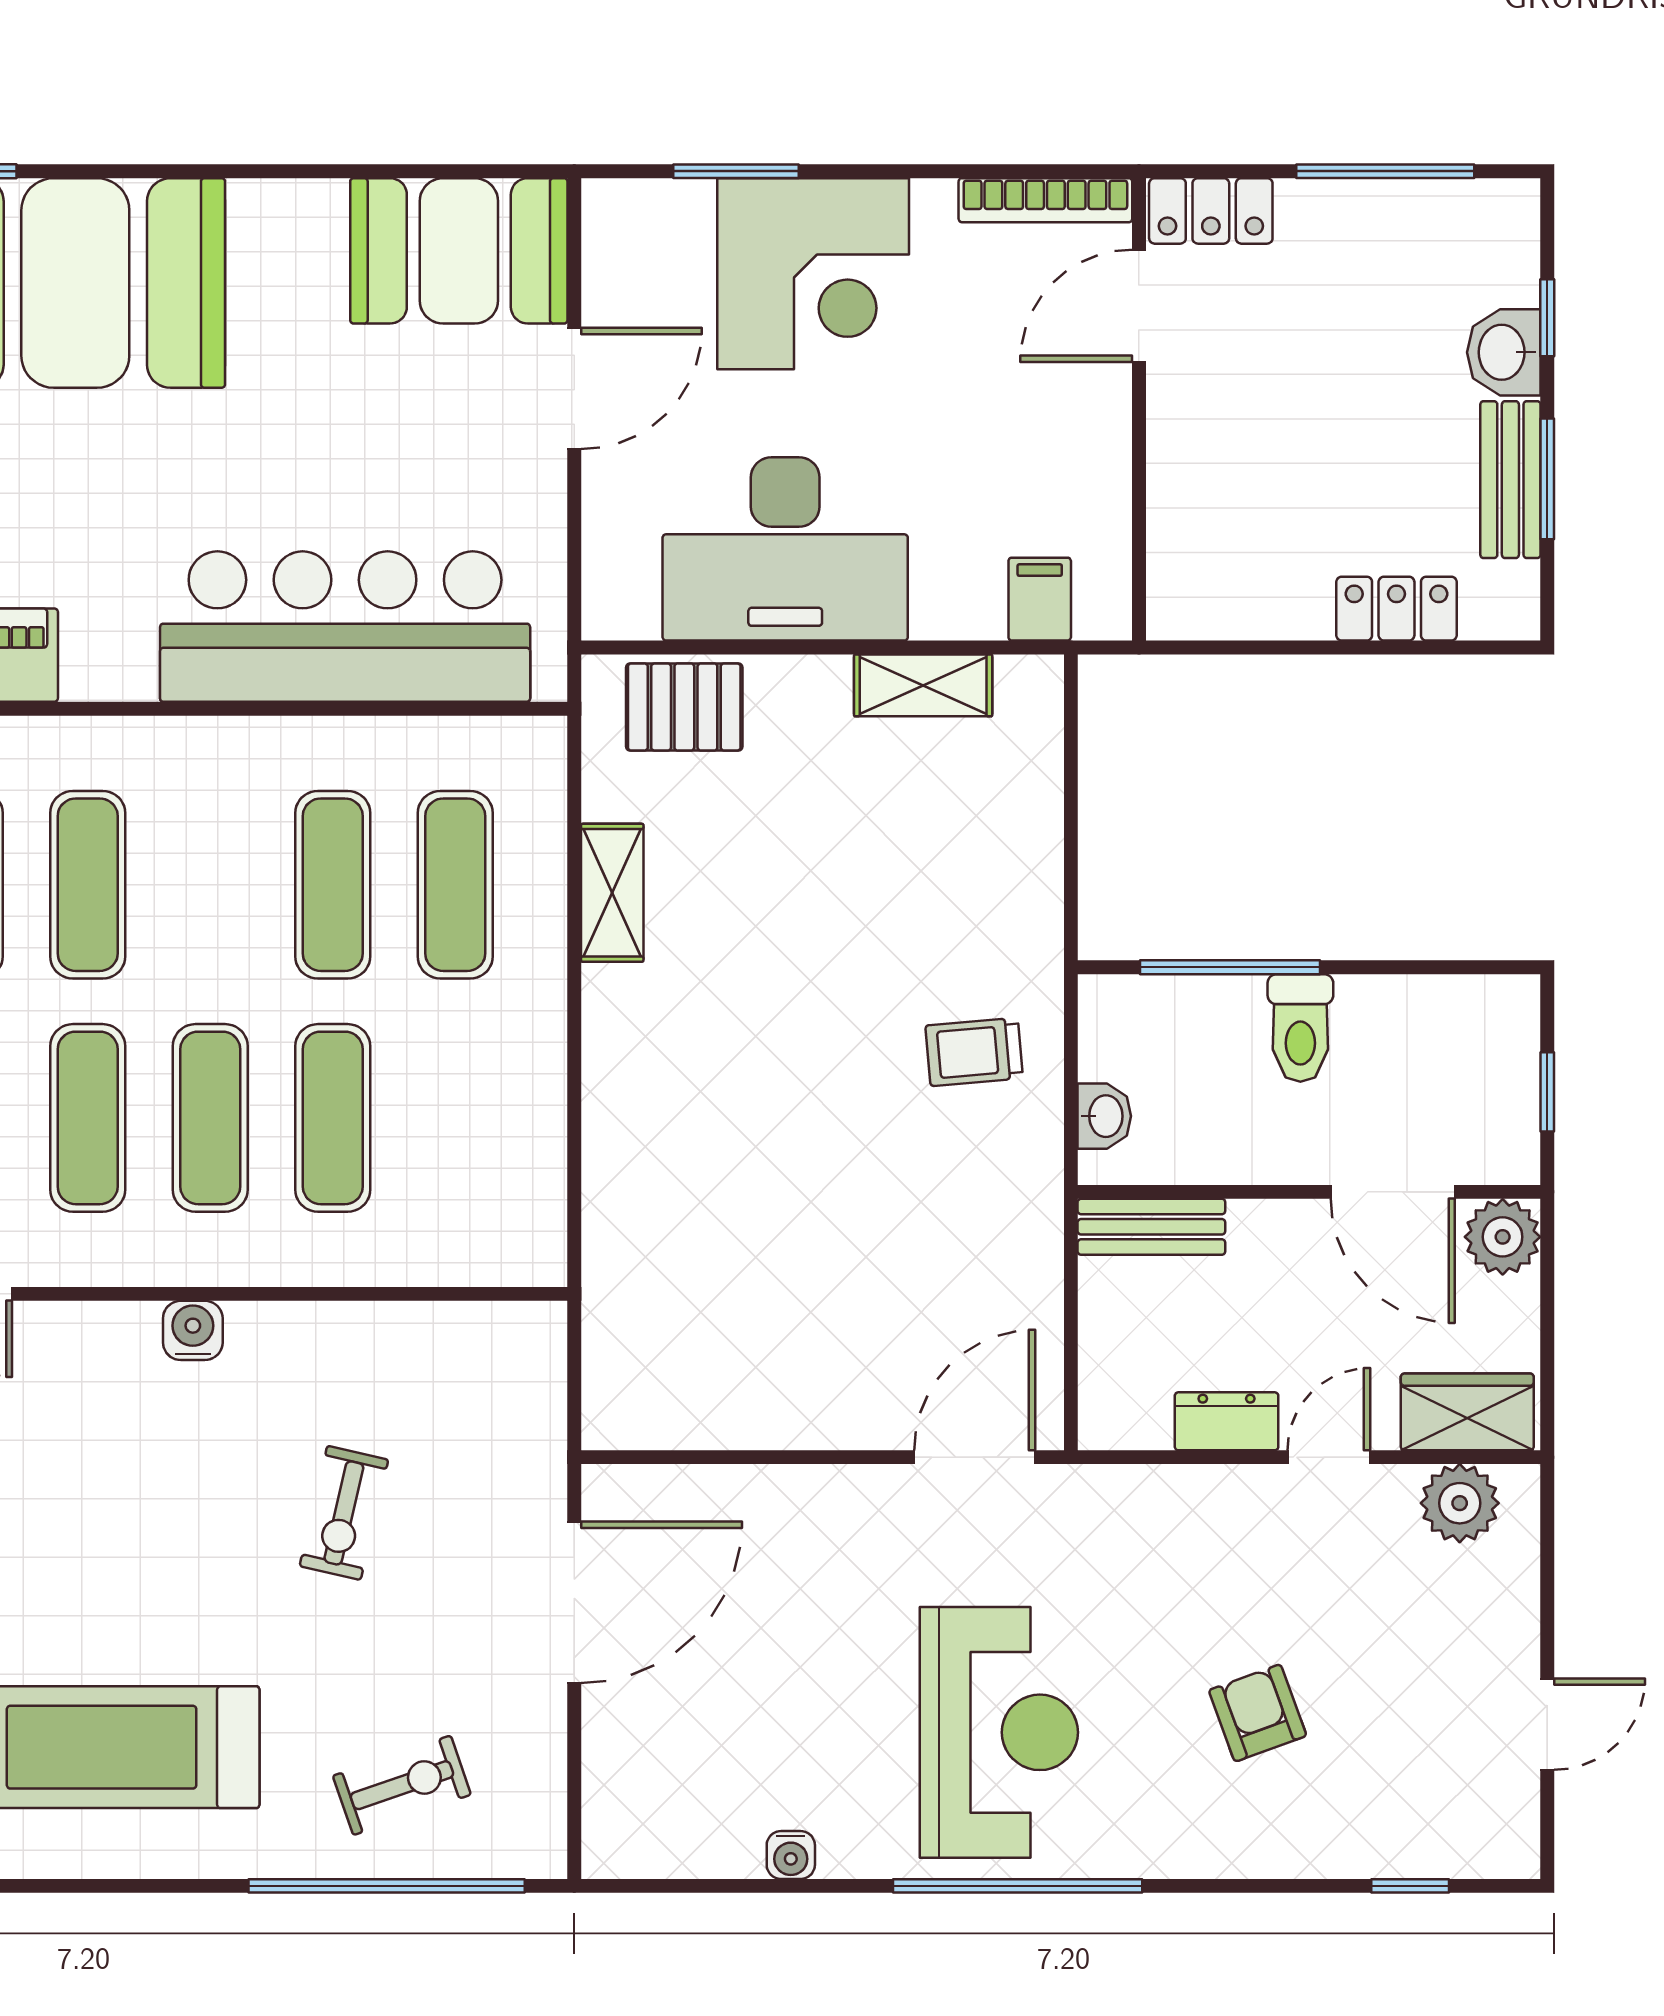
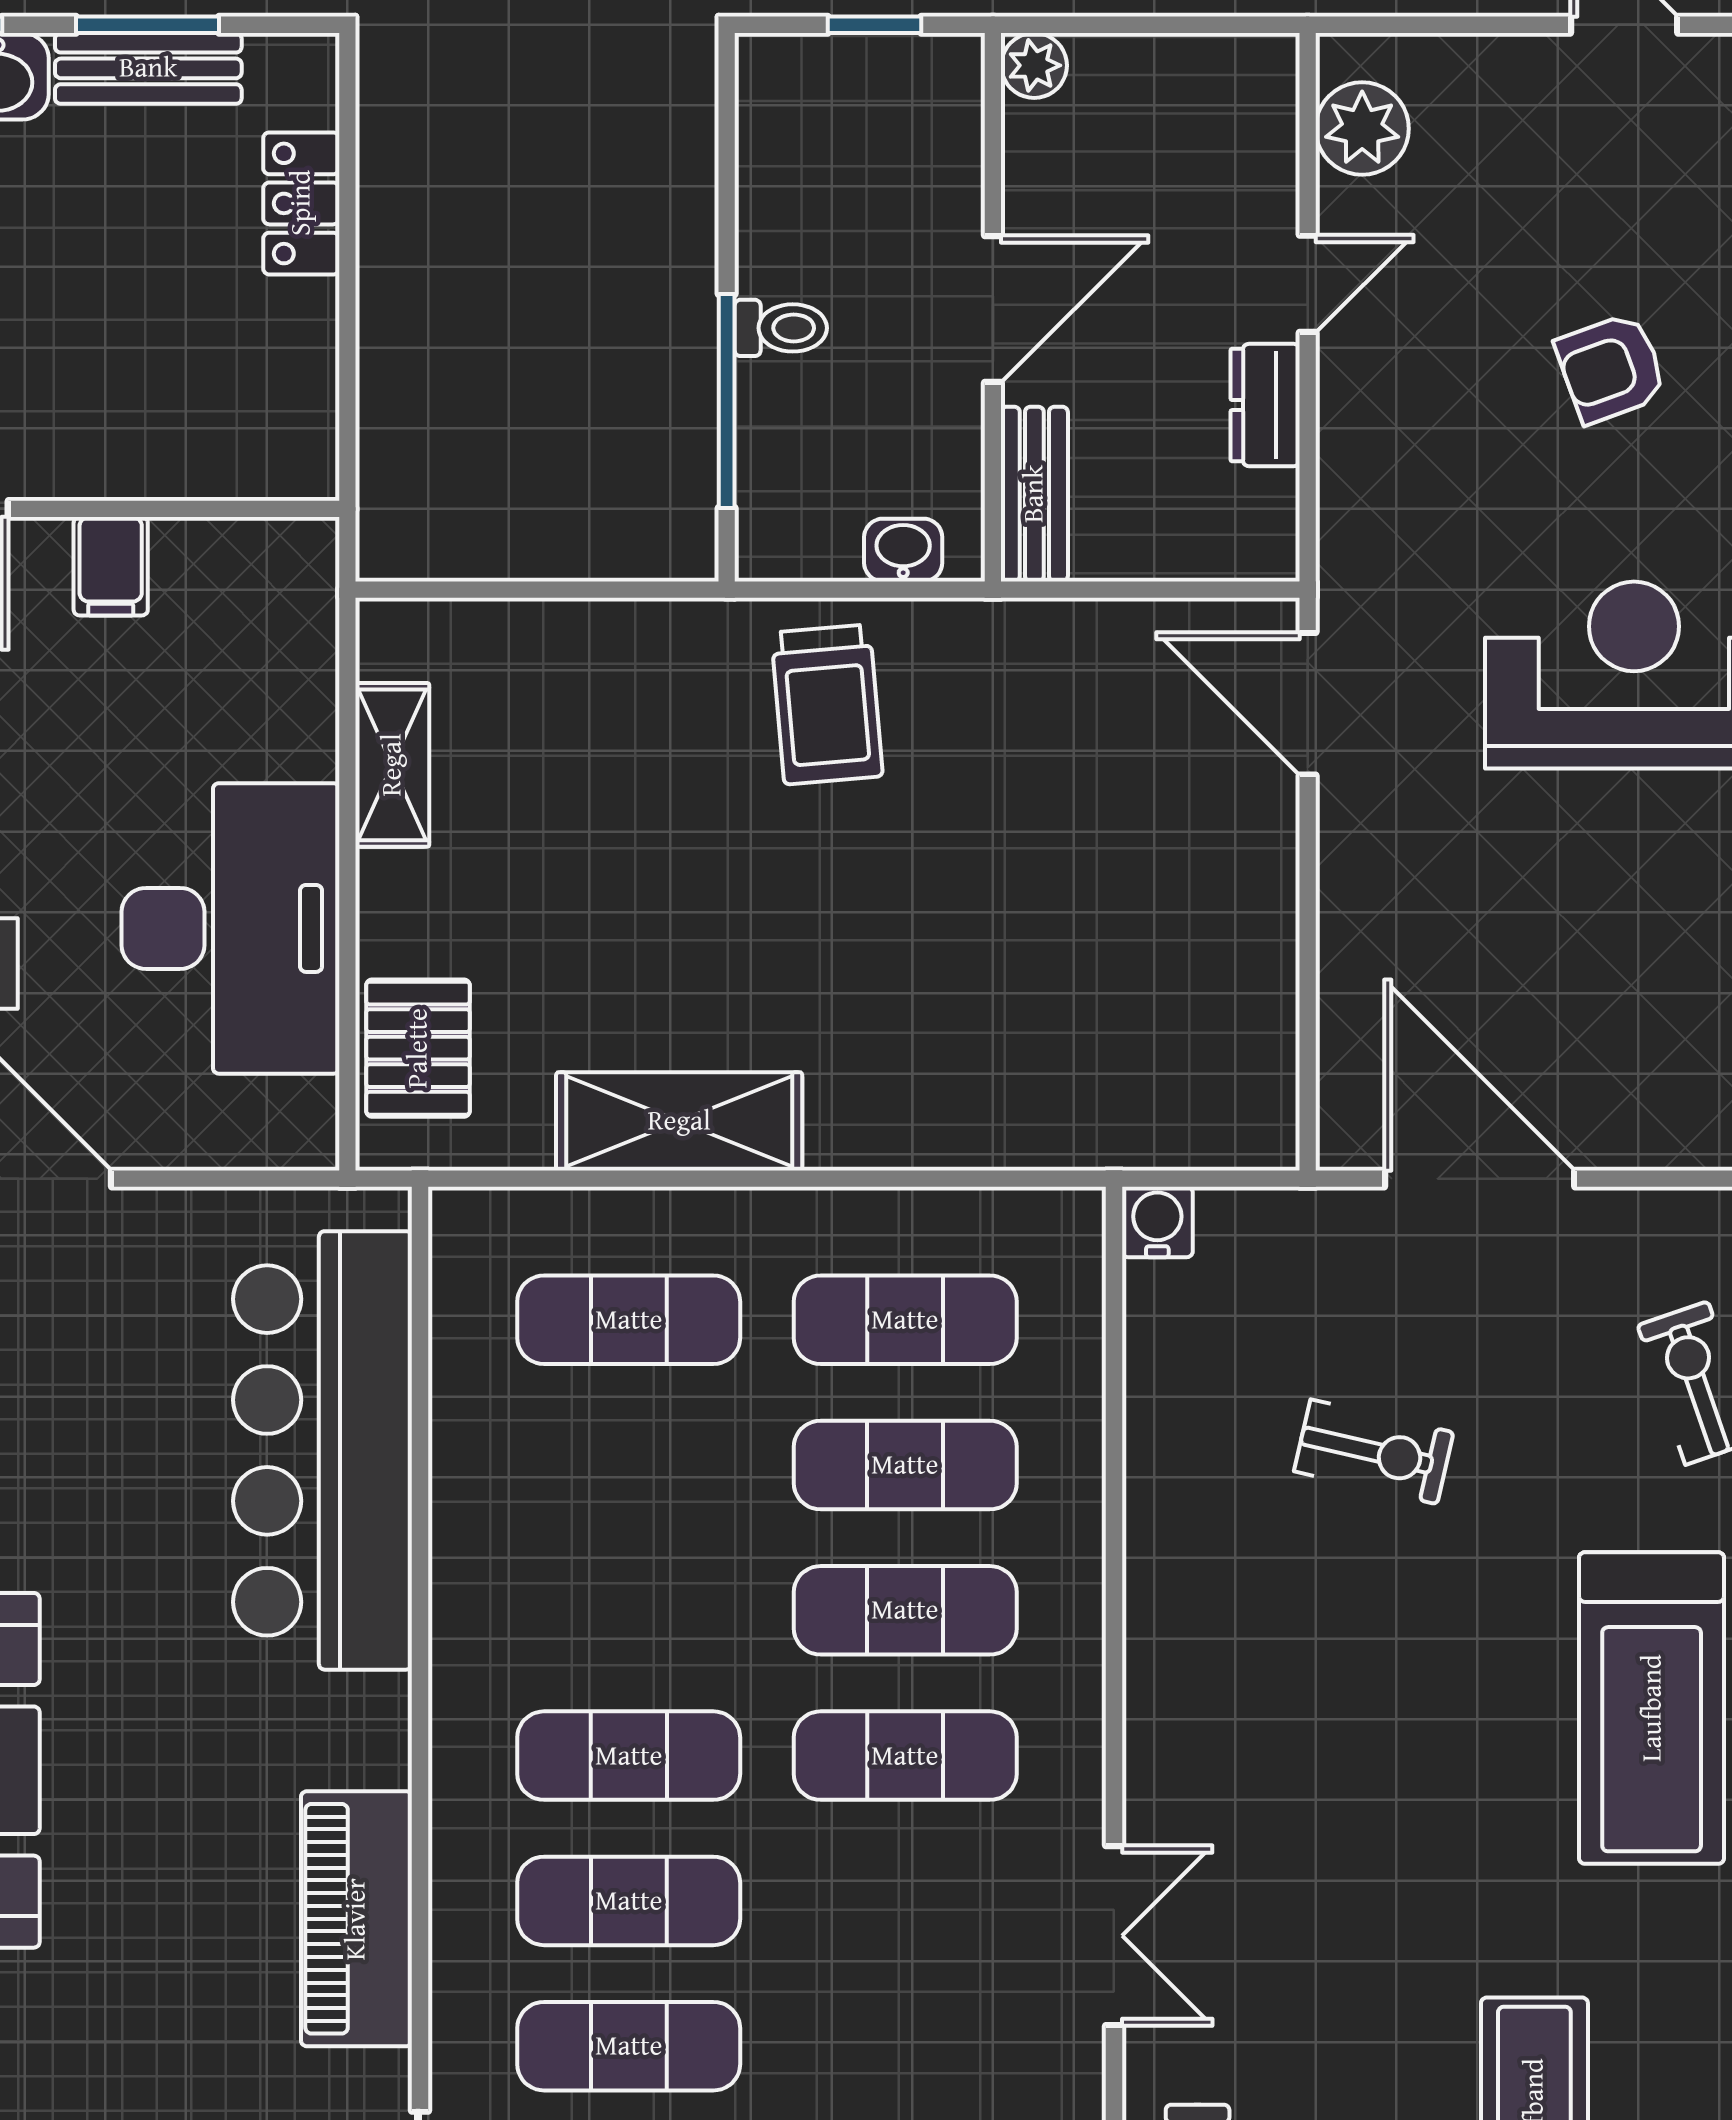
filing cabinet: (1040, 599) -> (111, 566), moved, turned -90
exercise mat: (333, 885) -> (905, 1320), moved
shelving: (612, 893) -> (679, 1121), width x1.50, depth x1.33
toilet: (1300, 1028) -> (781, 328), width x0.73, depth x0.72
trolley: (974, 1052) -> (827, 704), width x1.36, depth x1.39
door: (1393, 1192) -> (993, 309), moved
plant: (1503, 1237) -> (1034, 65), width x0.73, depth x0.73
water cooler: (193, 1330) -> (1157, 1222), moved, turned 90
wardrobe: (1467, 1412) -> (1254, 120), removed
door: (1329, 1457) -> (1308, 284), swing flipped

